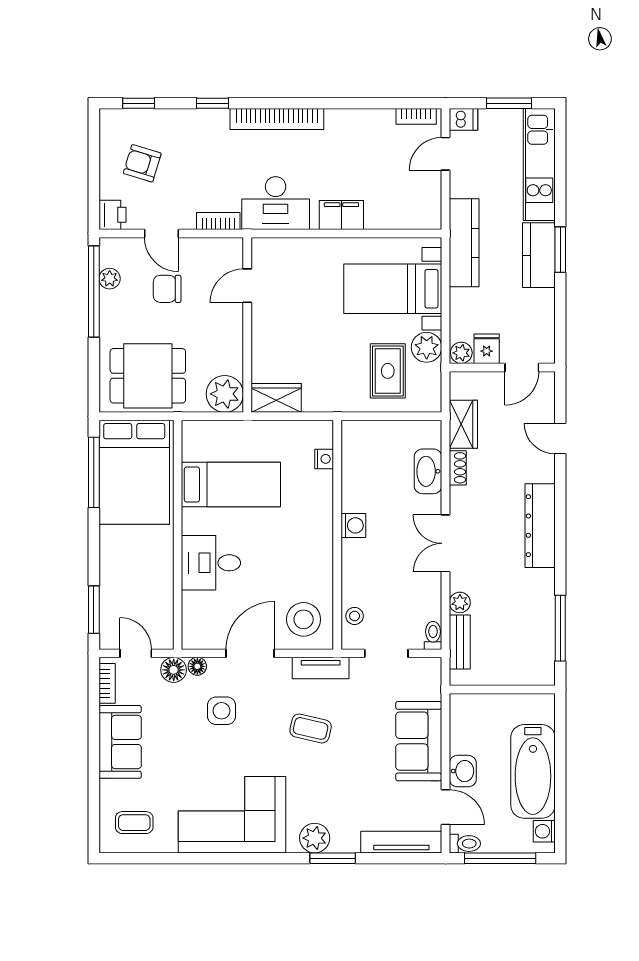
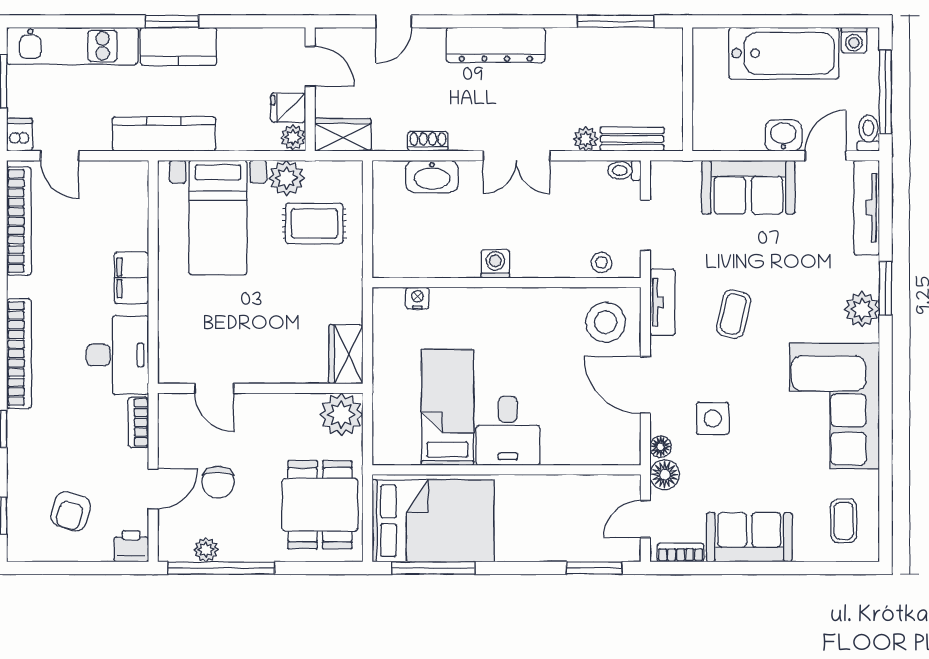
bookcase: (416, 116) -> (19, 221), width x2.31, depth x1.31
wardrobe: (463, 424) -> (343, 135), moved
desk: (211, 563) -> (508, 431), moved

